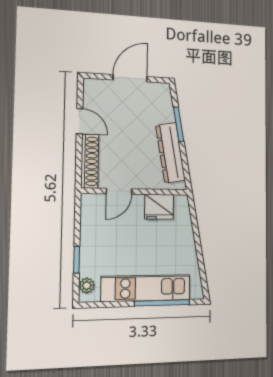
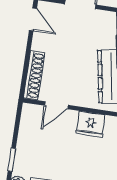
door: (80, 121) -> (33, 19), moved

